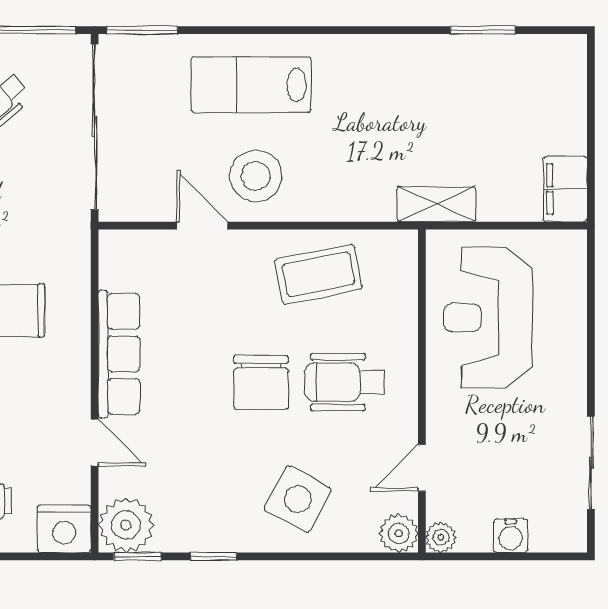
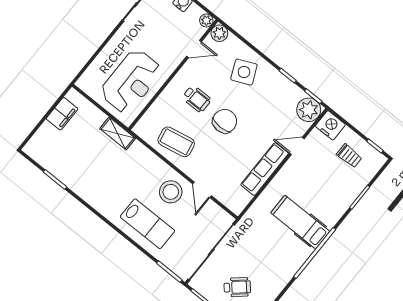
filing cabinet: (565, 189) -> (62, 114), moved
wheelchair: (344, 382) -> (197, 99), width x0.73, depth x0.73
door: (95, 443) -> (297, 146), hinge flipped
side table: (298, 499) -> (244, 72), turned 38

